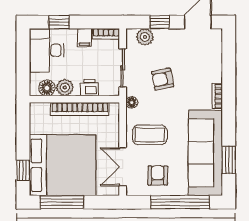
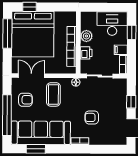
plant: (145, 37) -> (121, 91), removed
armchair: (163, 79) -> (92, 117), moved, turned -79
floor lamp: (47, 88) -> (86, 24), removed

